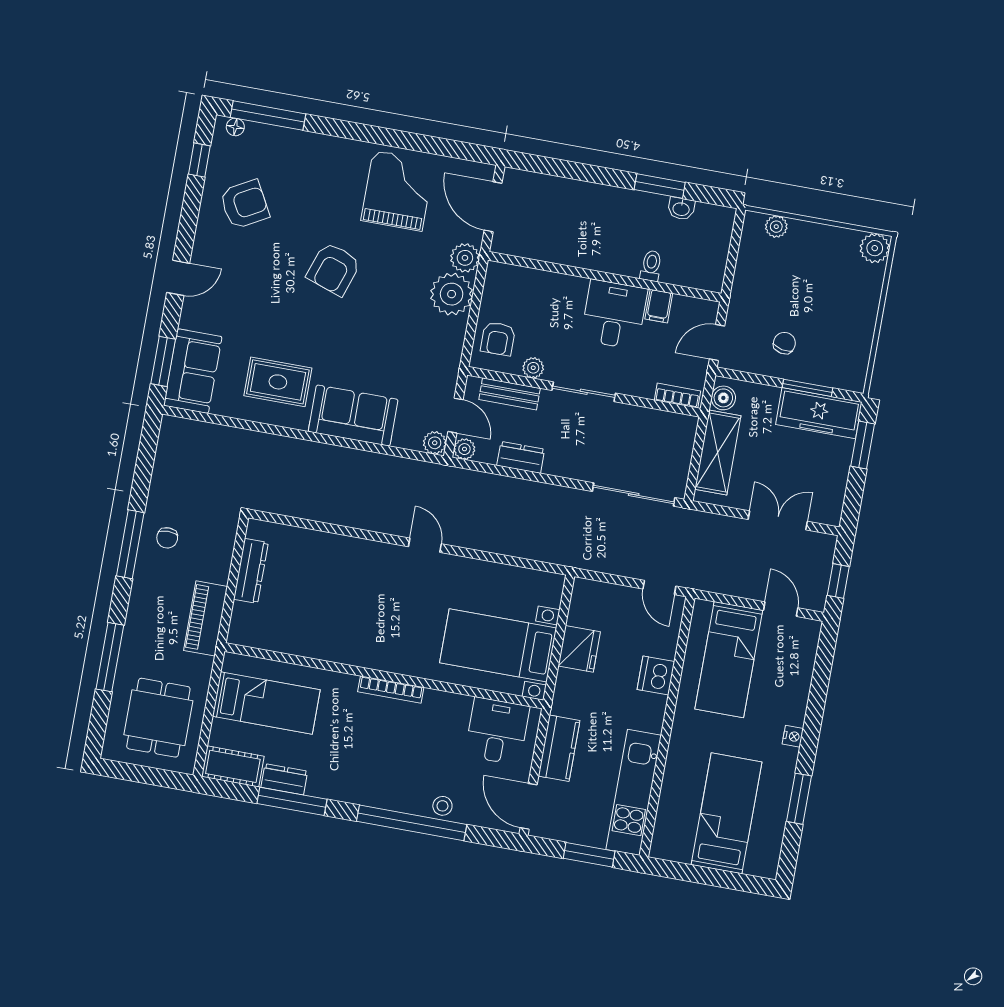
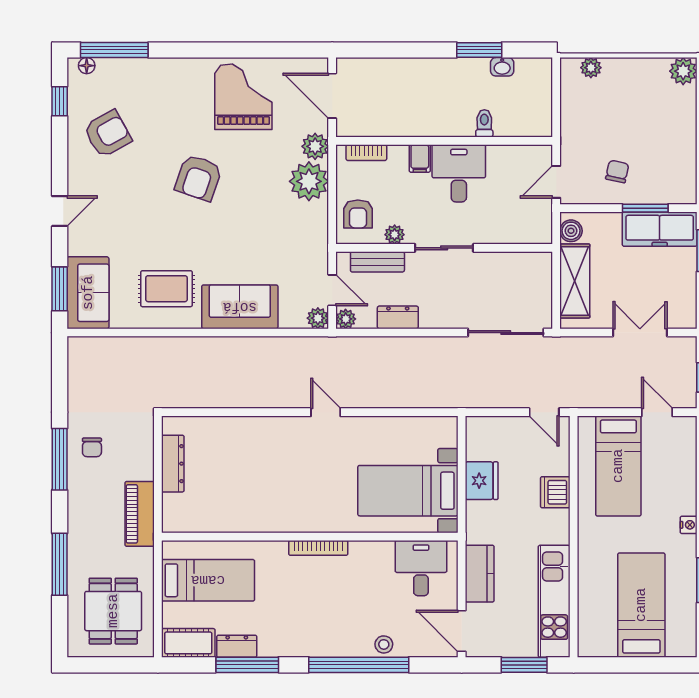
filing cabinet: (659, 306) -> (420, 158), moved
bookcase: (678, 396) -> (366, 153), moved, turned 180

